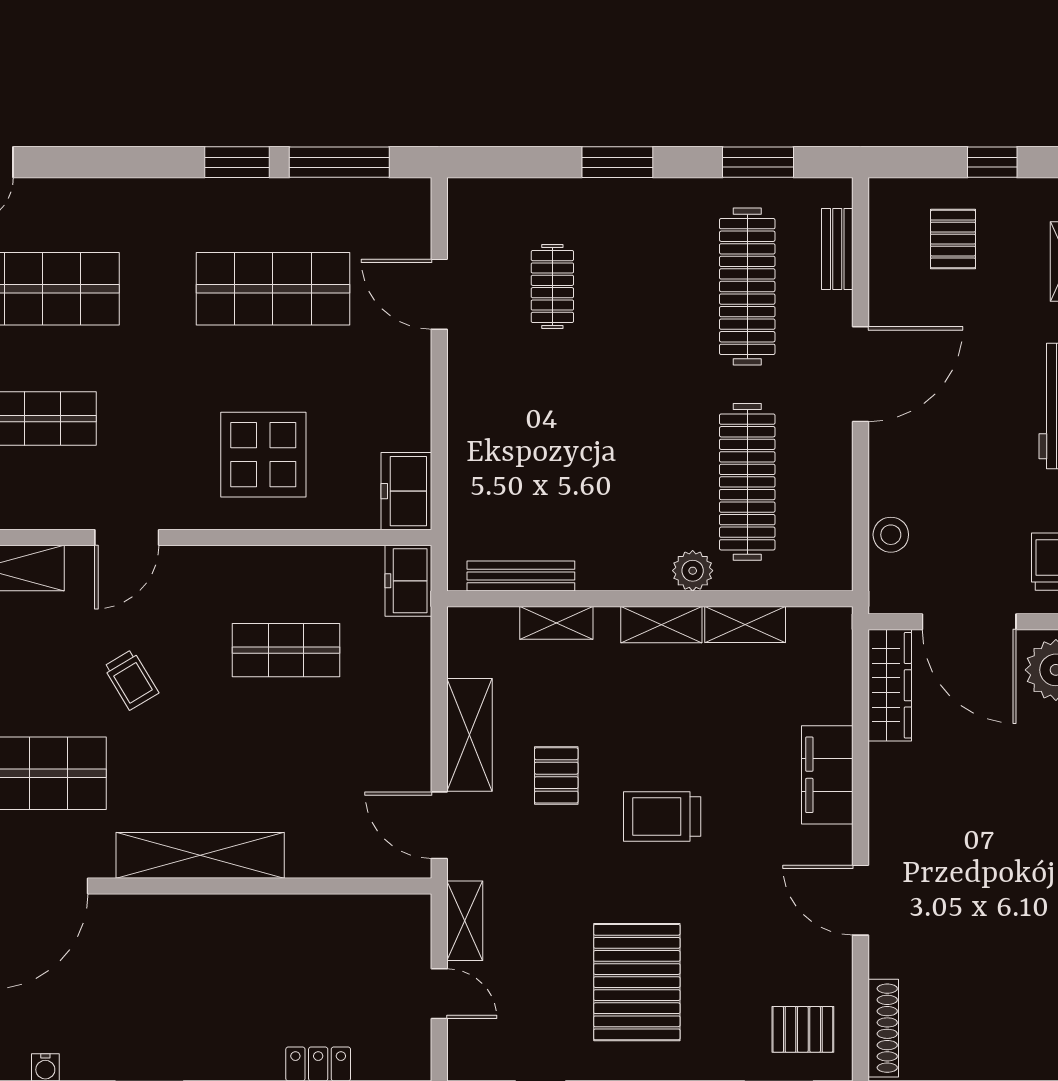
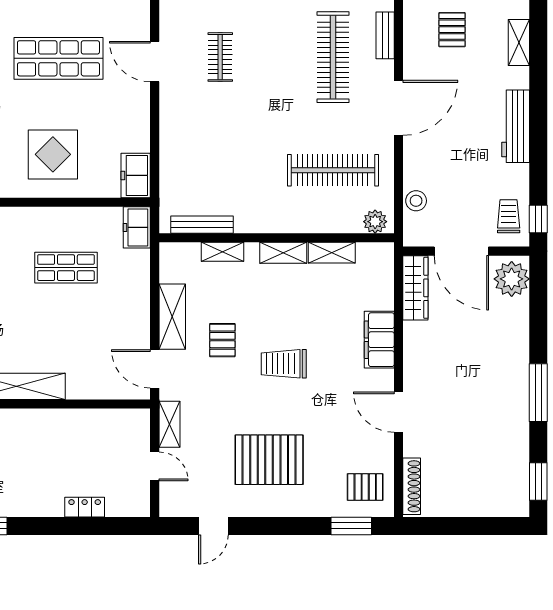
clothes rail: (747, 482) -> (333, 170), turned 90
plant: (693, 571) -> (375, 222), moved
pallet: (637, 982) -> (269, 460), turned 90

